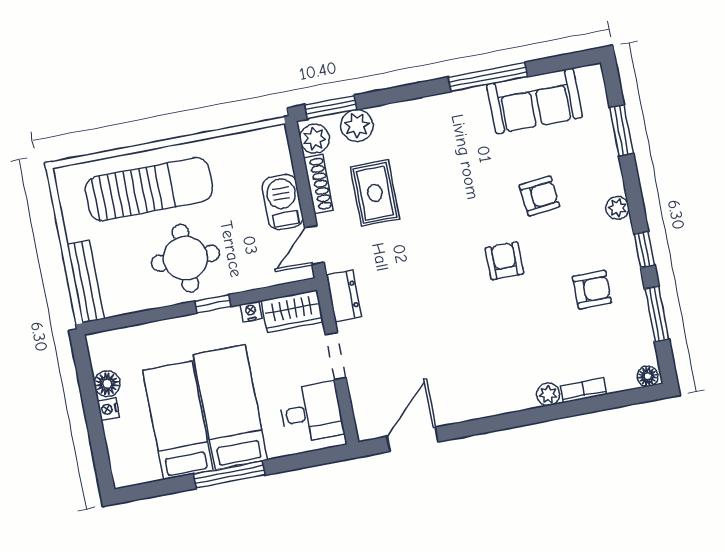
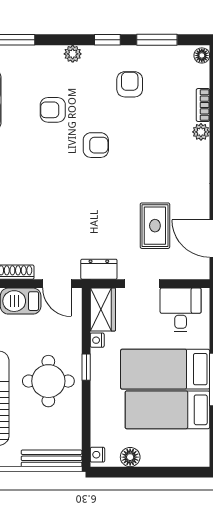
rug: (375, 193) -> (155, 226), moved, turned 90
armchair: (539, 196) -> (53, 110), turned -84
armchair: (504, 261) -> (96, 145), turned 180
nightstand: (108, 409) -> (97, 455), moved, turned 90

